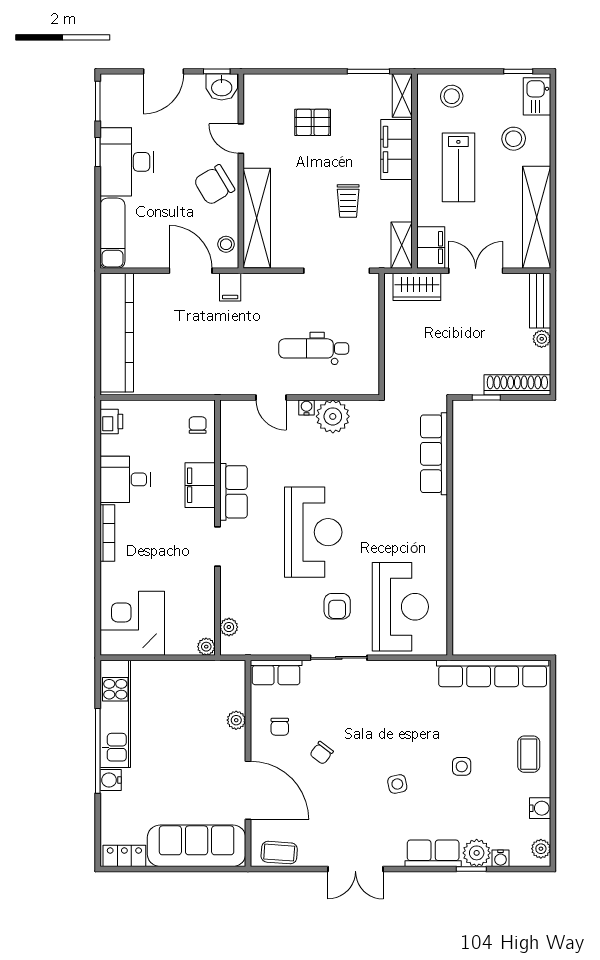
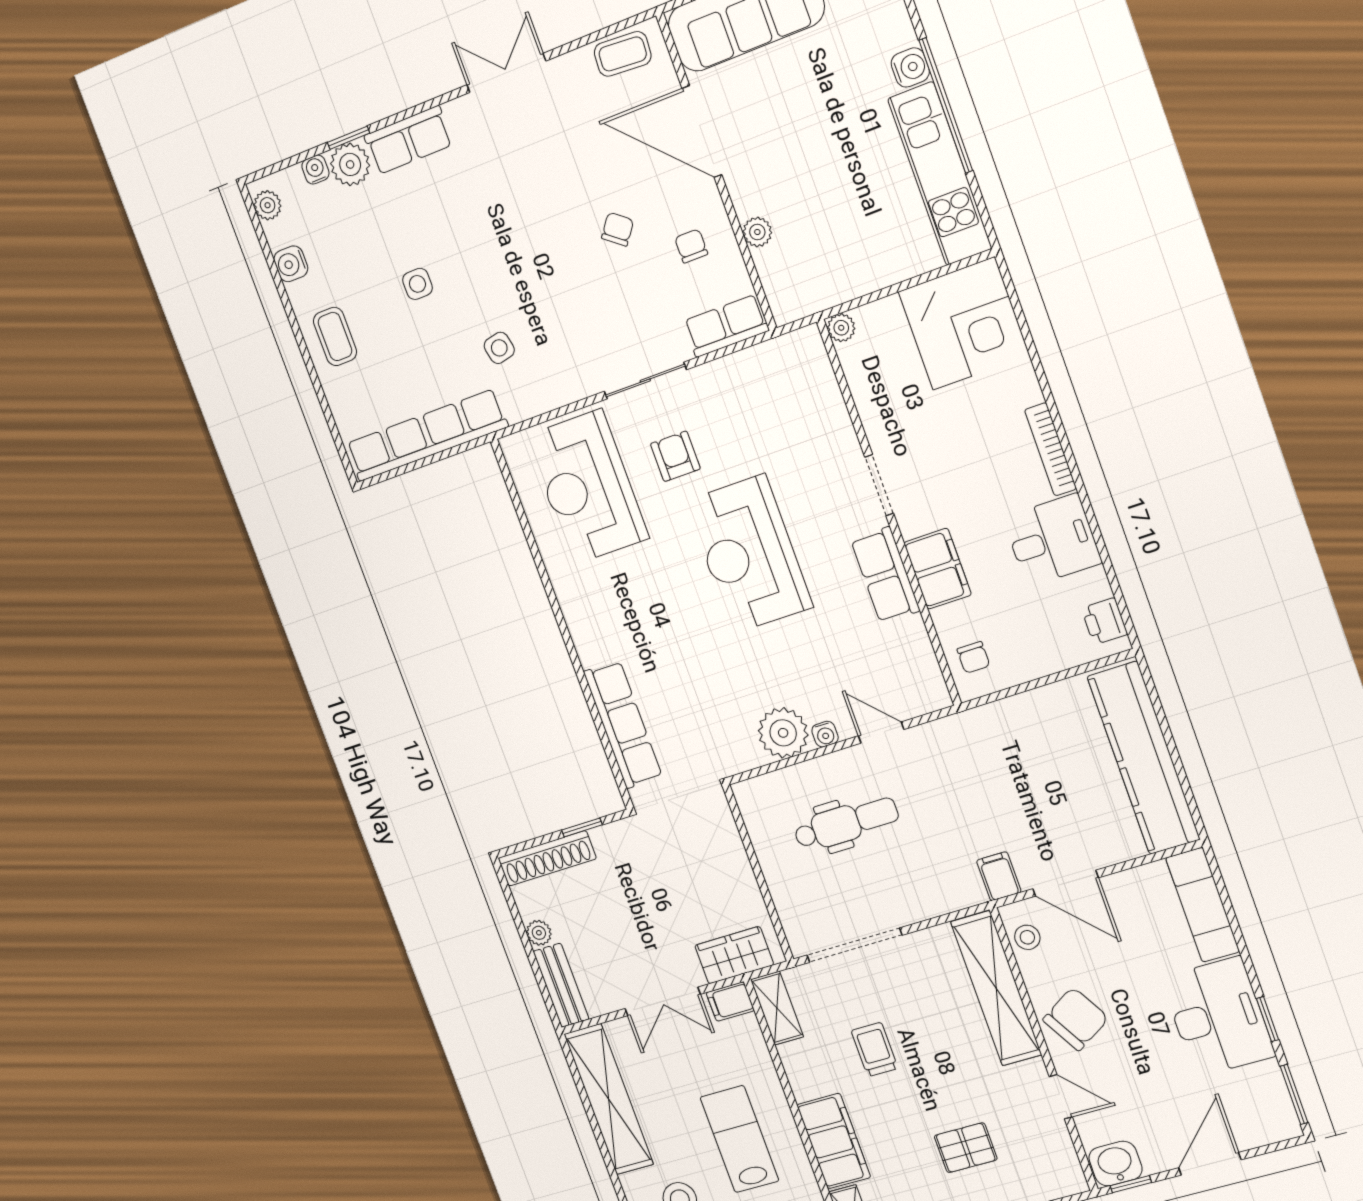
filing cabinet: (431, 248) -> (730, 1002), width x0.50
plant: (229, 627) -> (819, 370), removed
side table: (397, 784) -> (499, 348), moved

